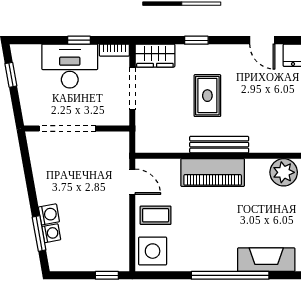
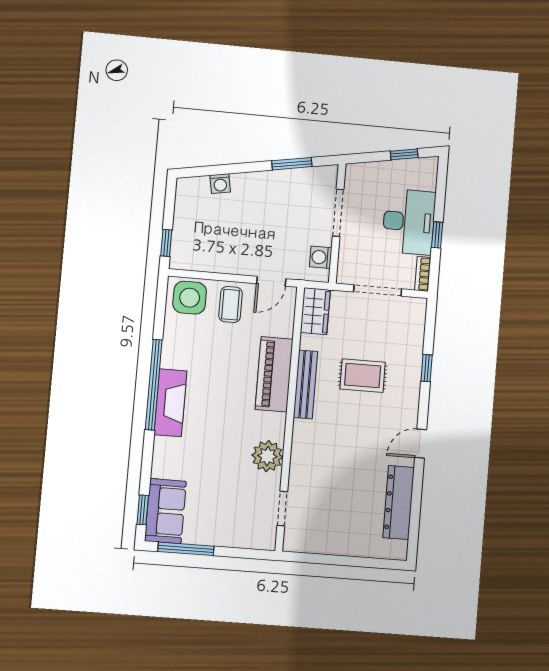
wardrobe: (155, 56) -> (315, 311), moved, turned 180
doorway: (67, 129) -> (338, 213), width x0.73
washing machine: (49, 214) -> (321, 257), moved, turned 100
window: (39, 234) -> (292, 164), moved
fireplace: (266, 260) -> (170, 403), moved

